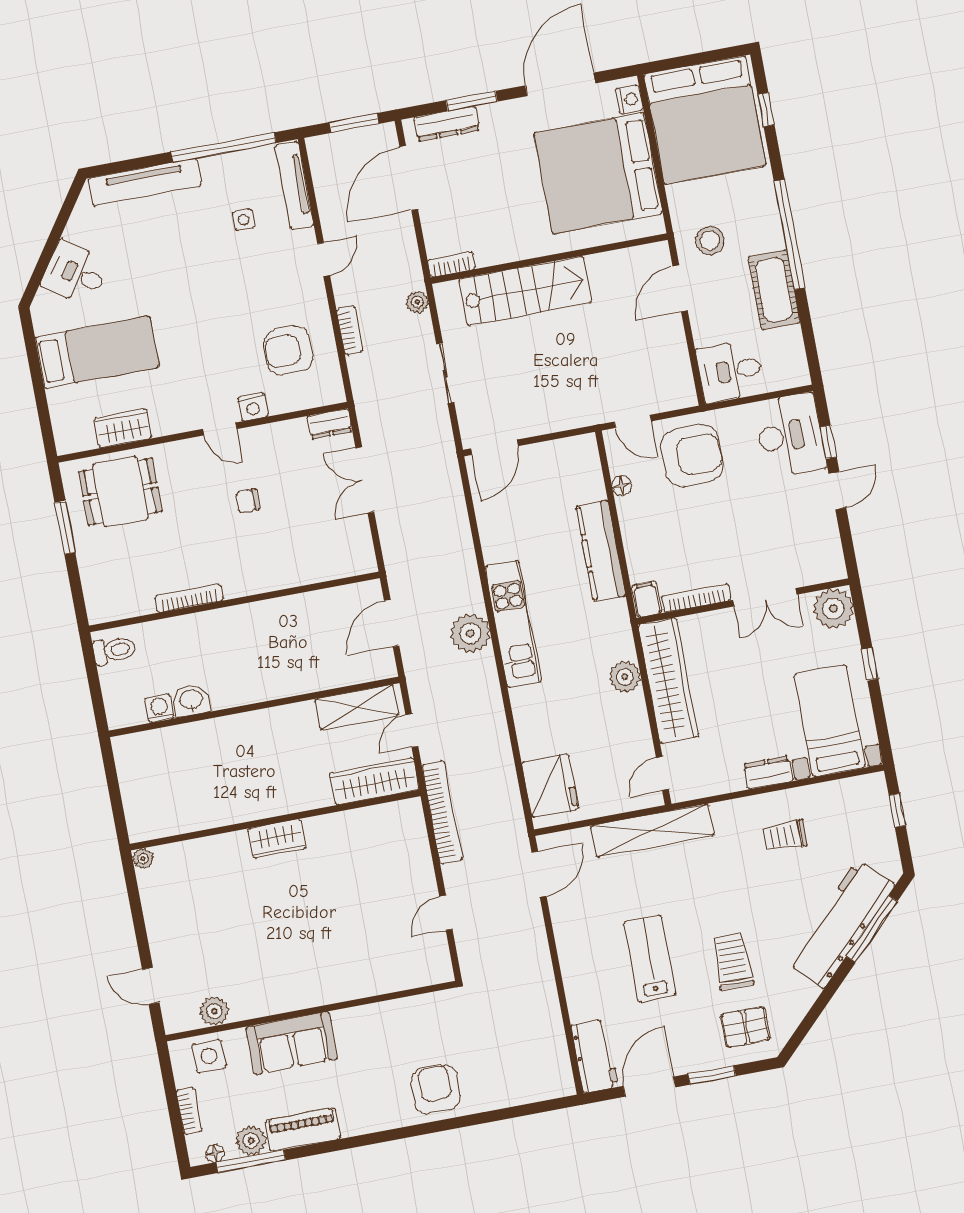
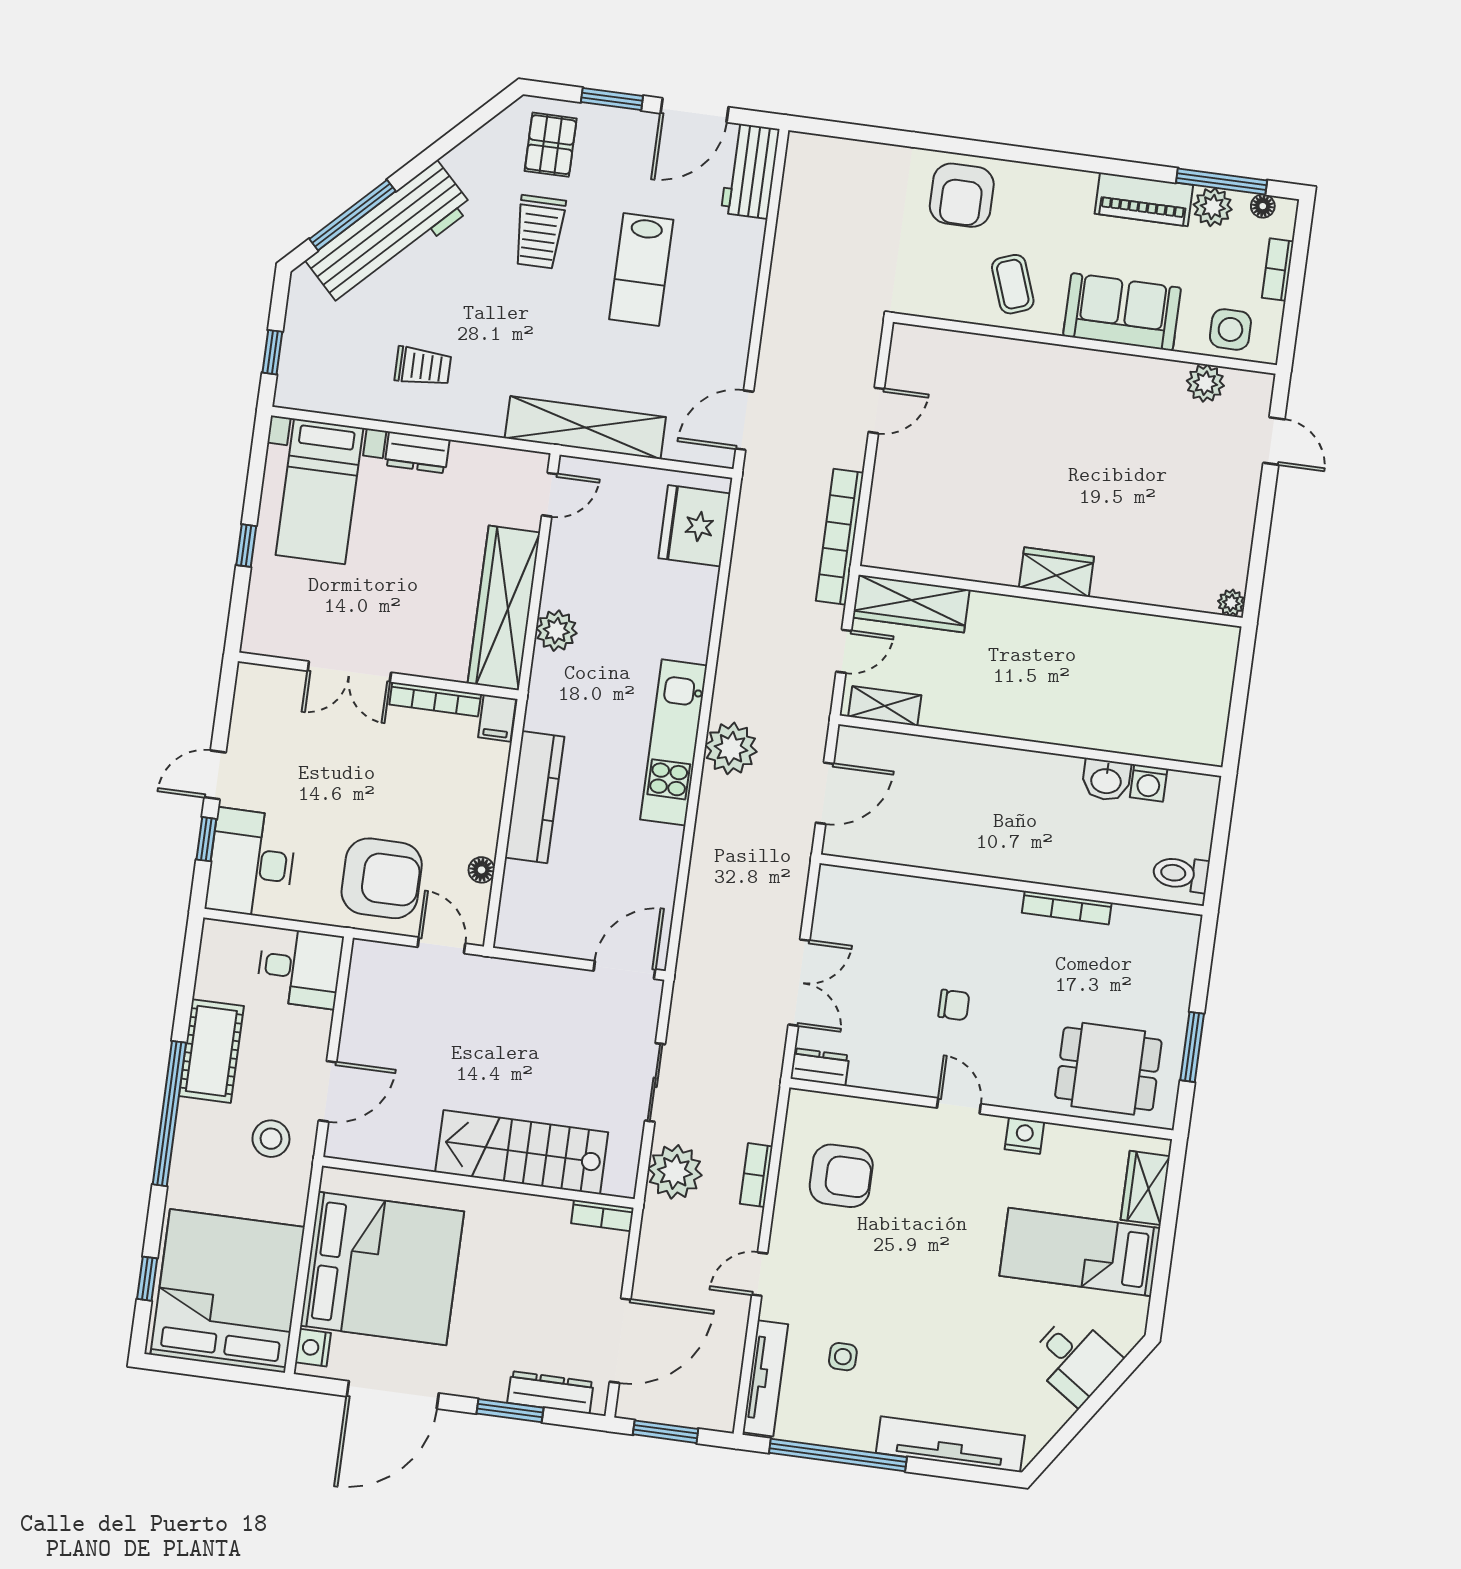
plant: (417, 302) -> (675, 1172), width x1.88, depth x1.88
nightstand: (253, 407) -> (1024, 1136), moved
wardrobe: (123, 428) -> (1145, 1188), moved, turned 90
armchair: (692, 456) -> (382, 878), turned 180
double door: (765, 597) -> (349, 672), swing flipped
plant: (833, 609) -> (269, 630), removed
shelving: (357, 707) -> (885, 706), width x0.67, depth x0.75
pallet: (745, 1027) -> (551, 145), turned 90
coffee table: (377, 1037) -> (1013, 284), added

